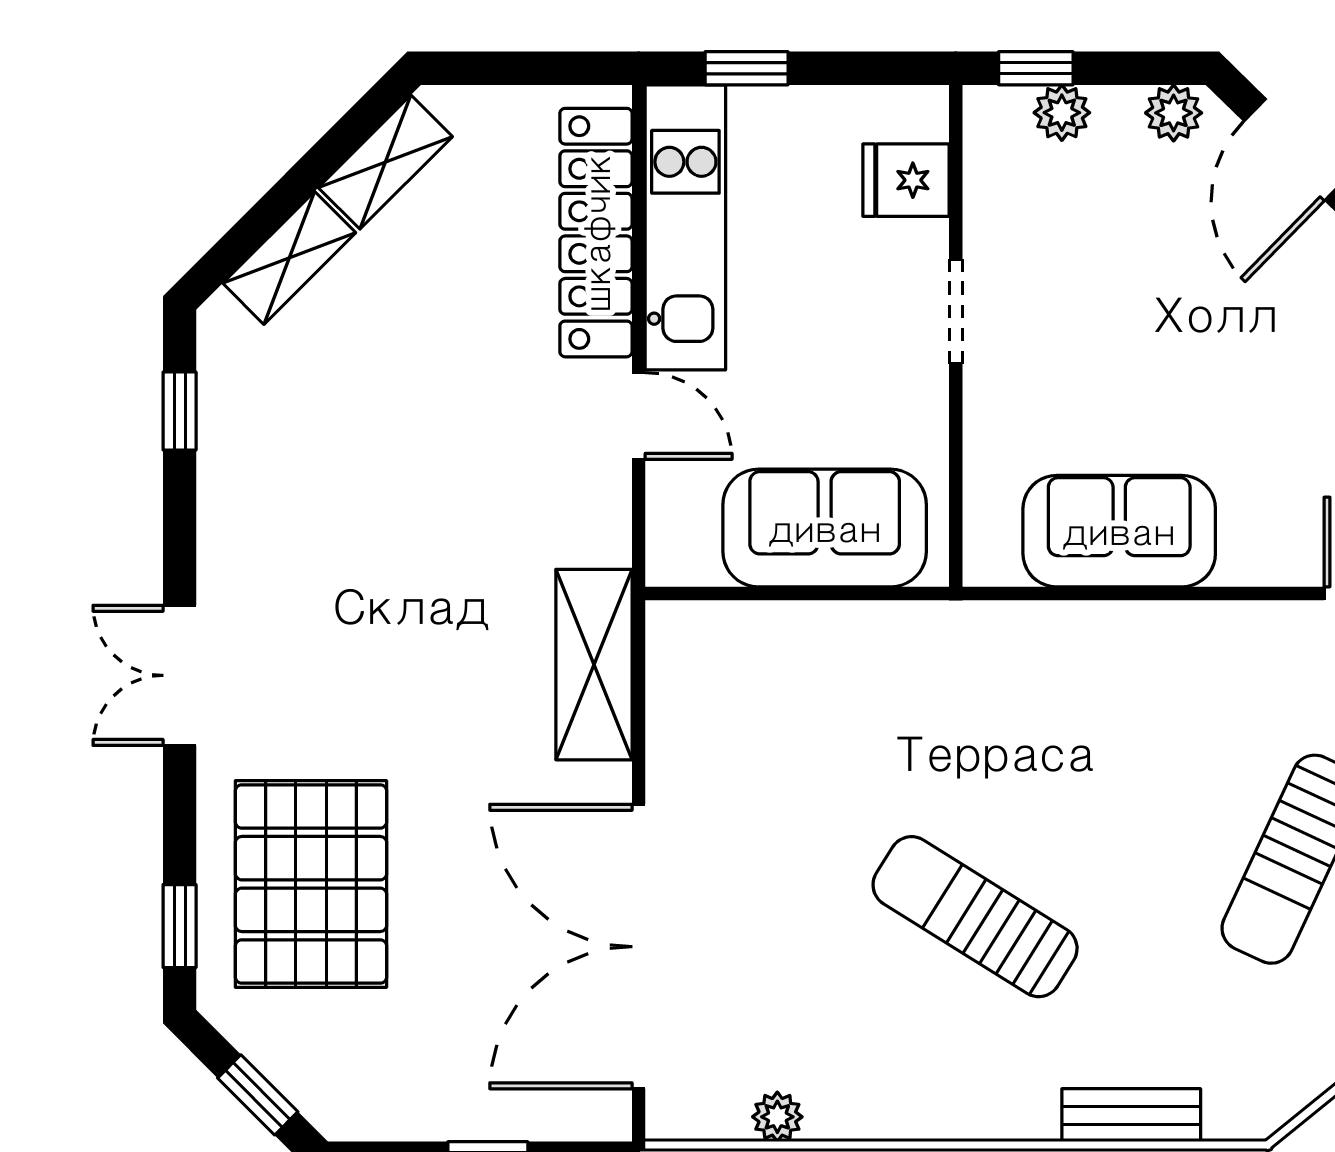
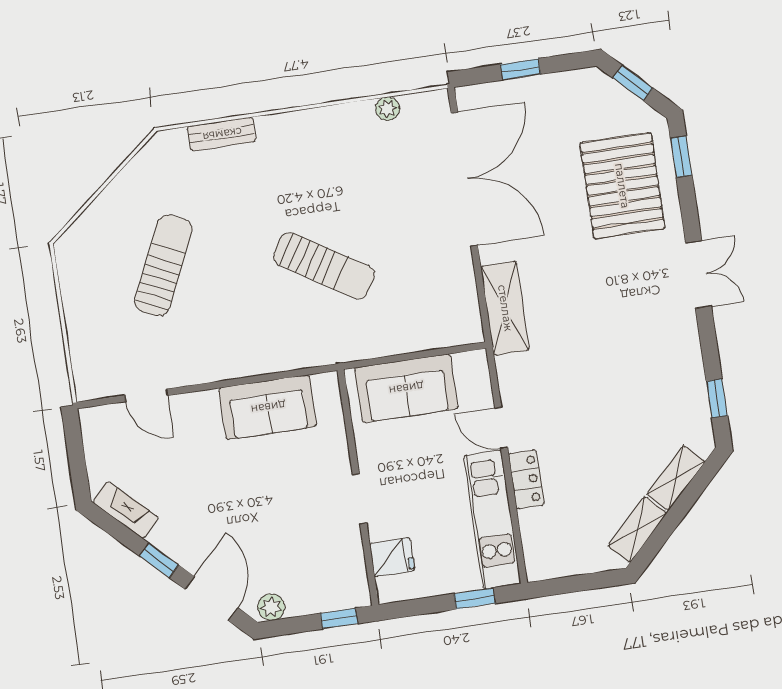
plant: (1062, 113) -> (324, 600), removed
locker: (596, 233) -> (526, 479), width x0.46, depth x0.83
sun lounger: (975, 917) -> (324, 266), moved

